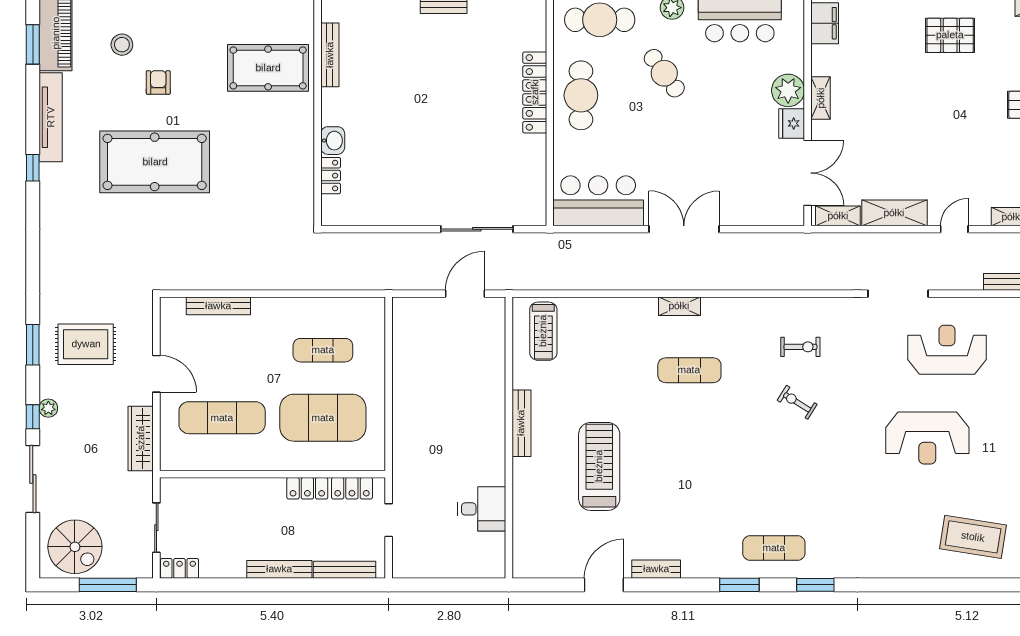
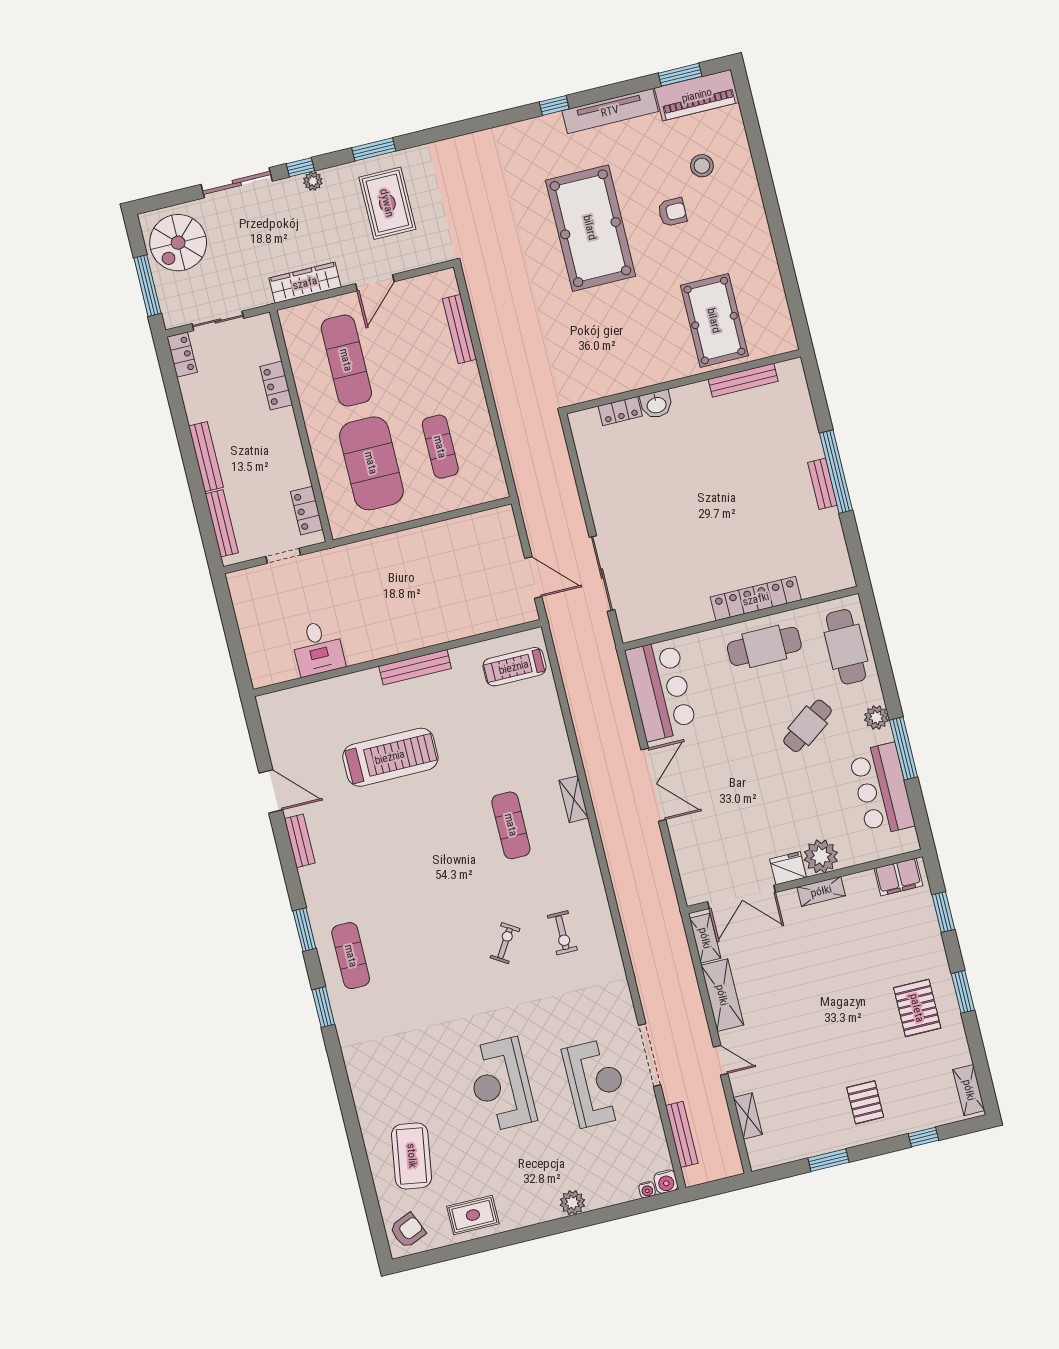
doorway: (898, 294) -> (650, 1055), moved
locker: (307, 488) -> (276, 386), moved

